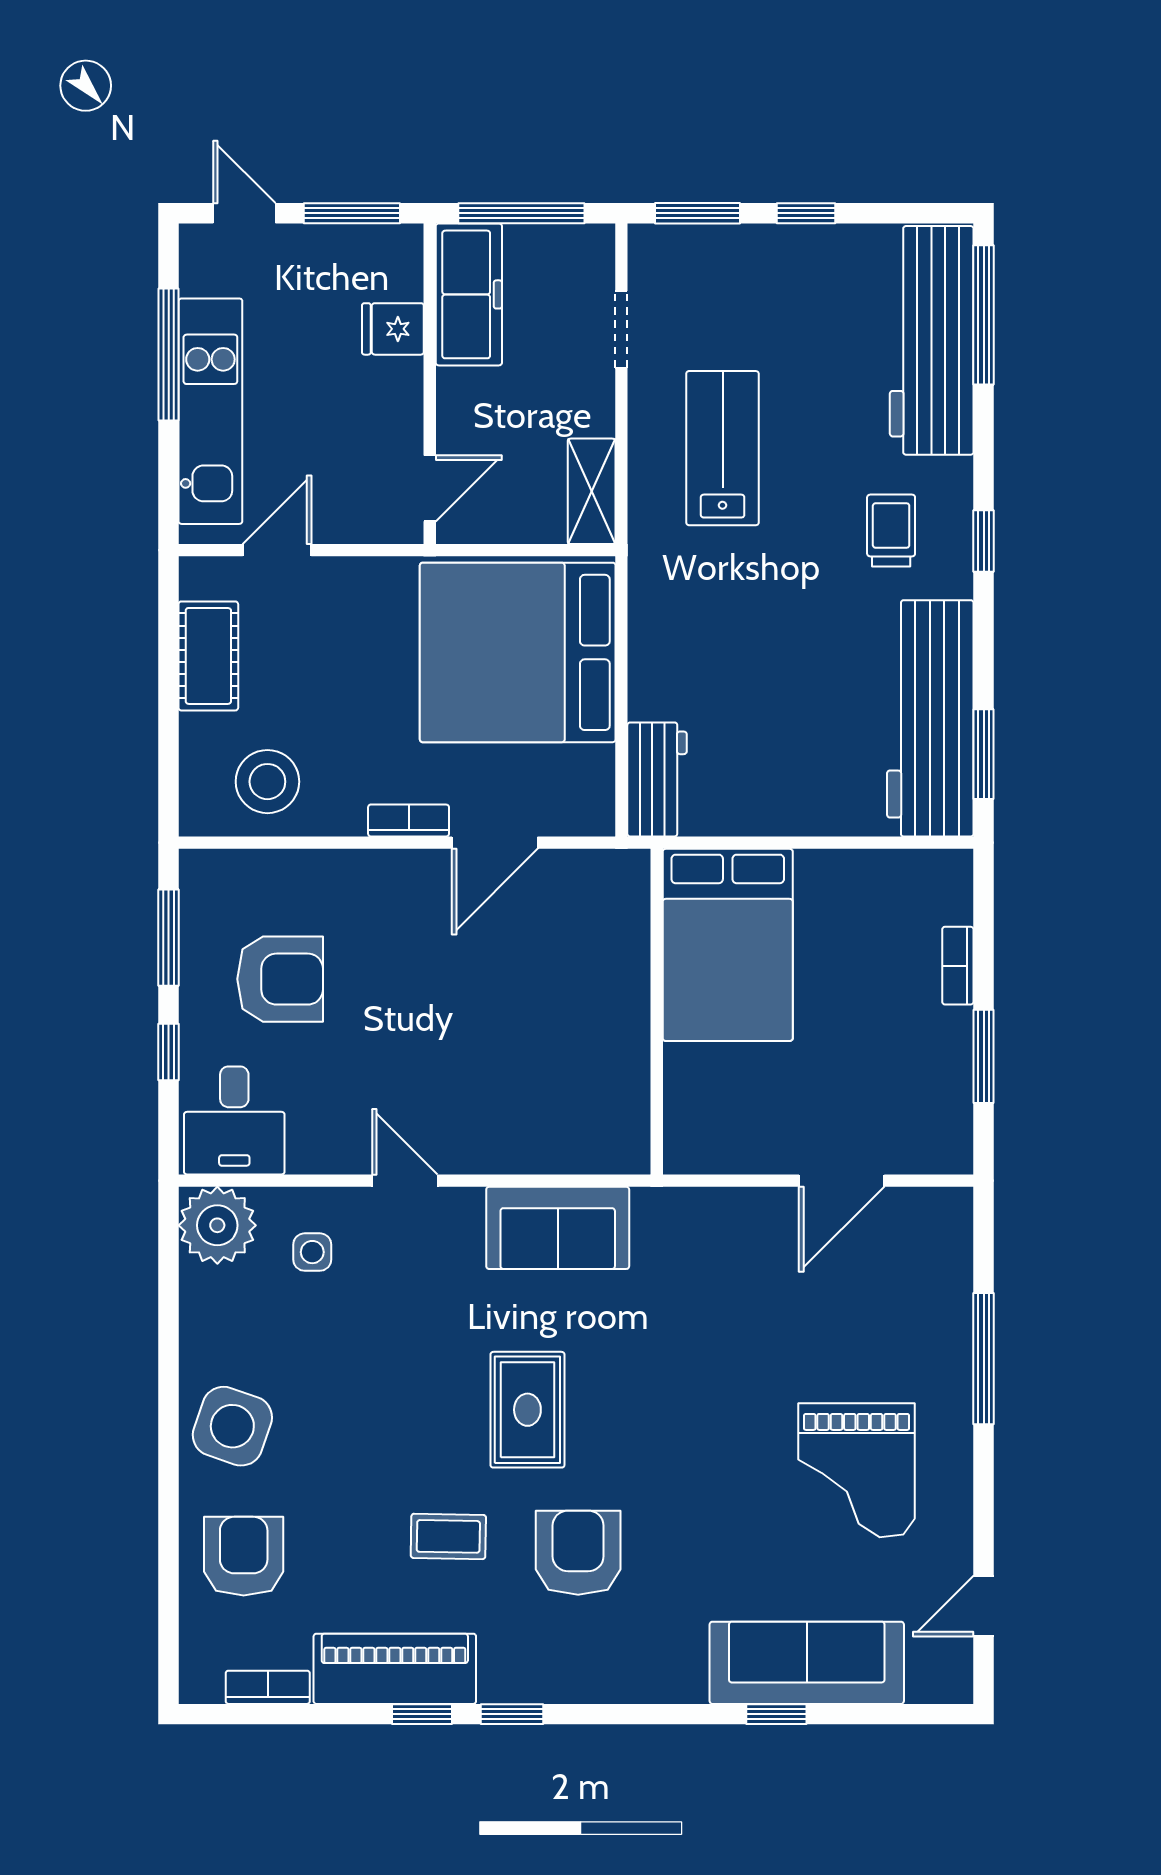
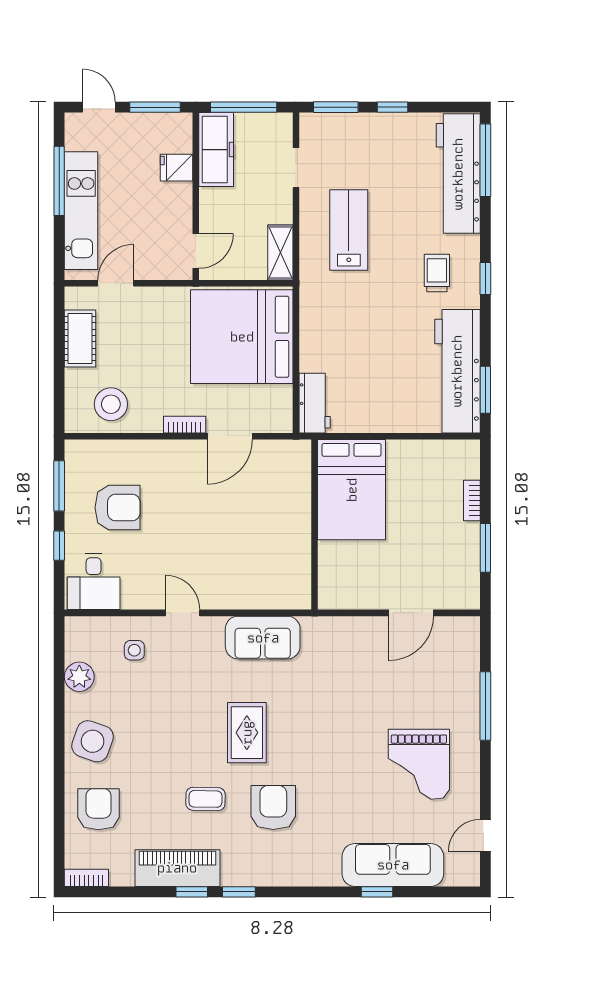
plant: (217, 1225) -> (79, 677), moved, width x0.73, depth x0.73
bookcase: (268, 1687) -> (86, 878), moved

